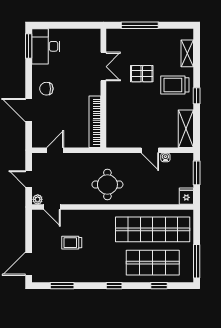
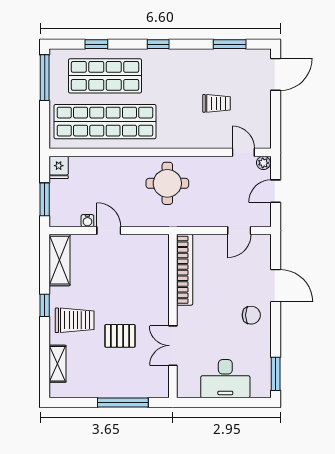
desk: (46, 46) -> (225, 379), moved, turned 90
door: (29, 179) -> (276, 191), swing flipped

